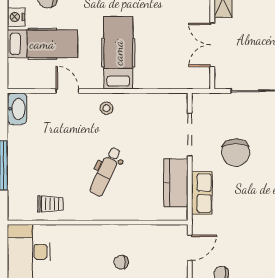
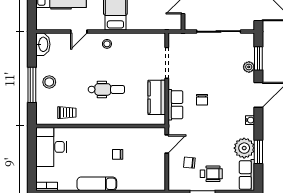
door: (67, 91) -> (79, 31), swing flipped
chair: (236, 152) -> (202, 100), moved, width x0.54, depth x0.54
stool: (26, 161) -> (49, 82), added
dental chair: (106, 172) -> (106, 89), turned -115

